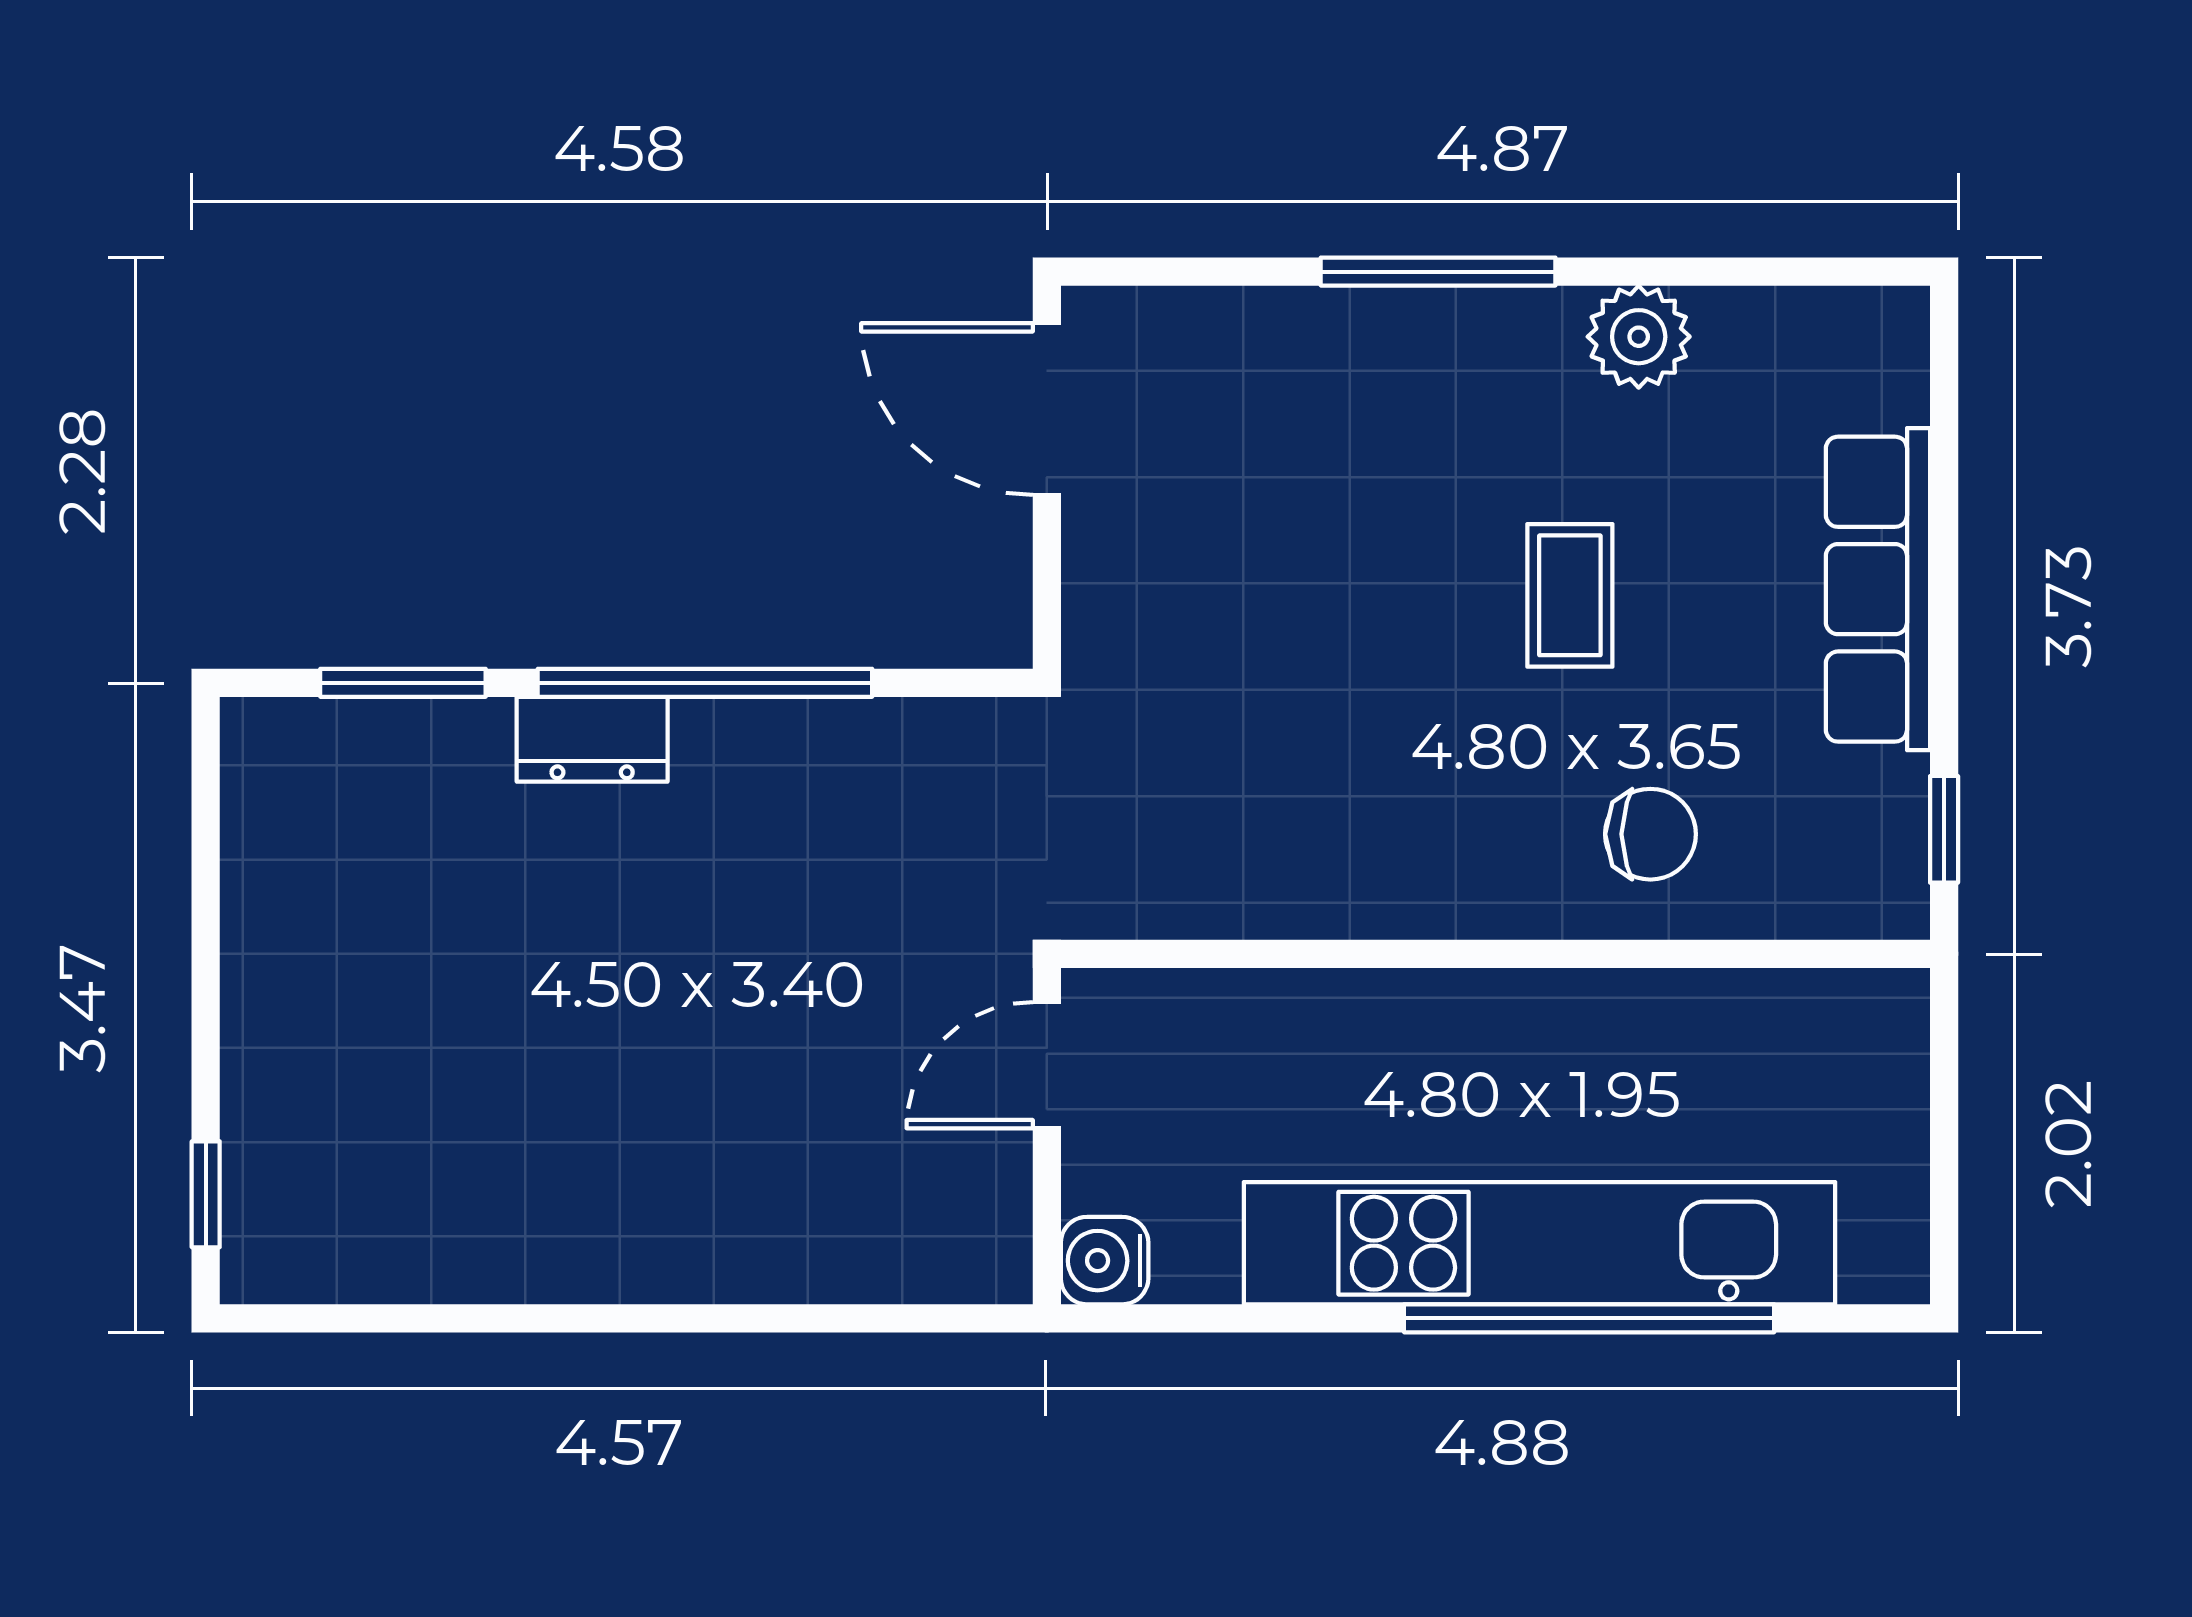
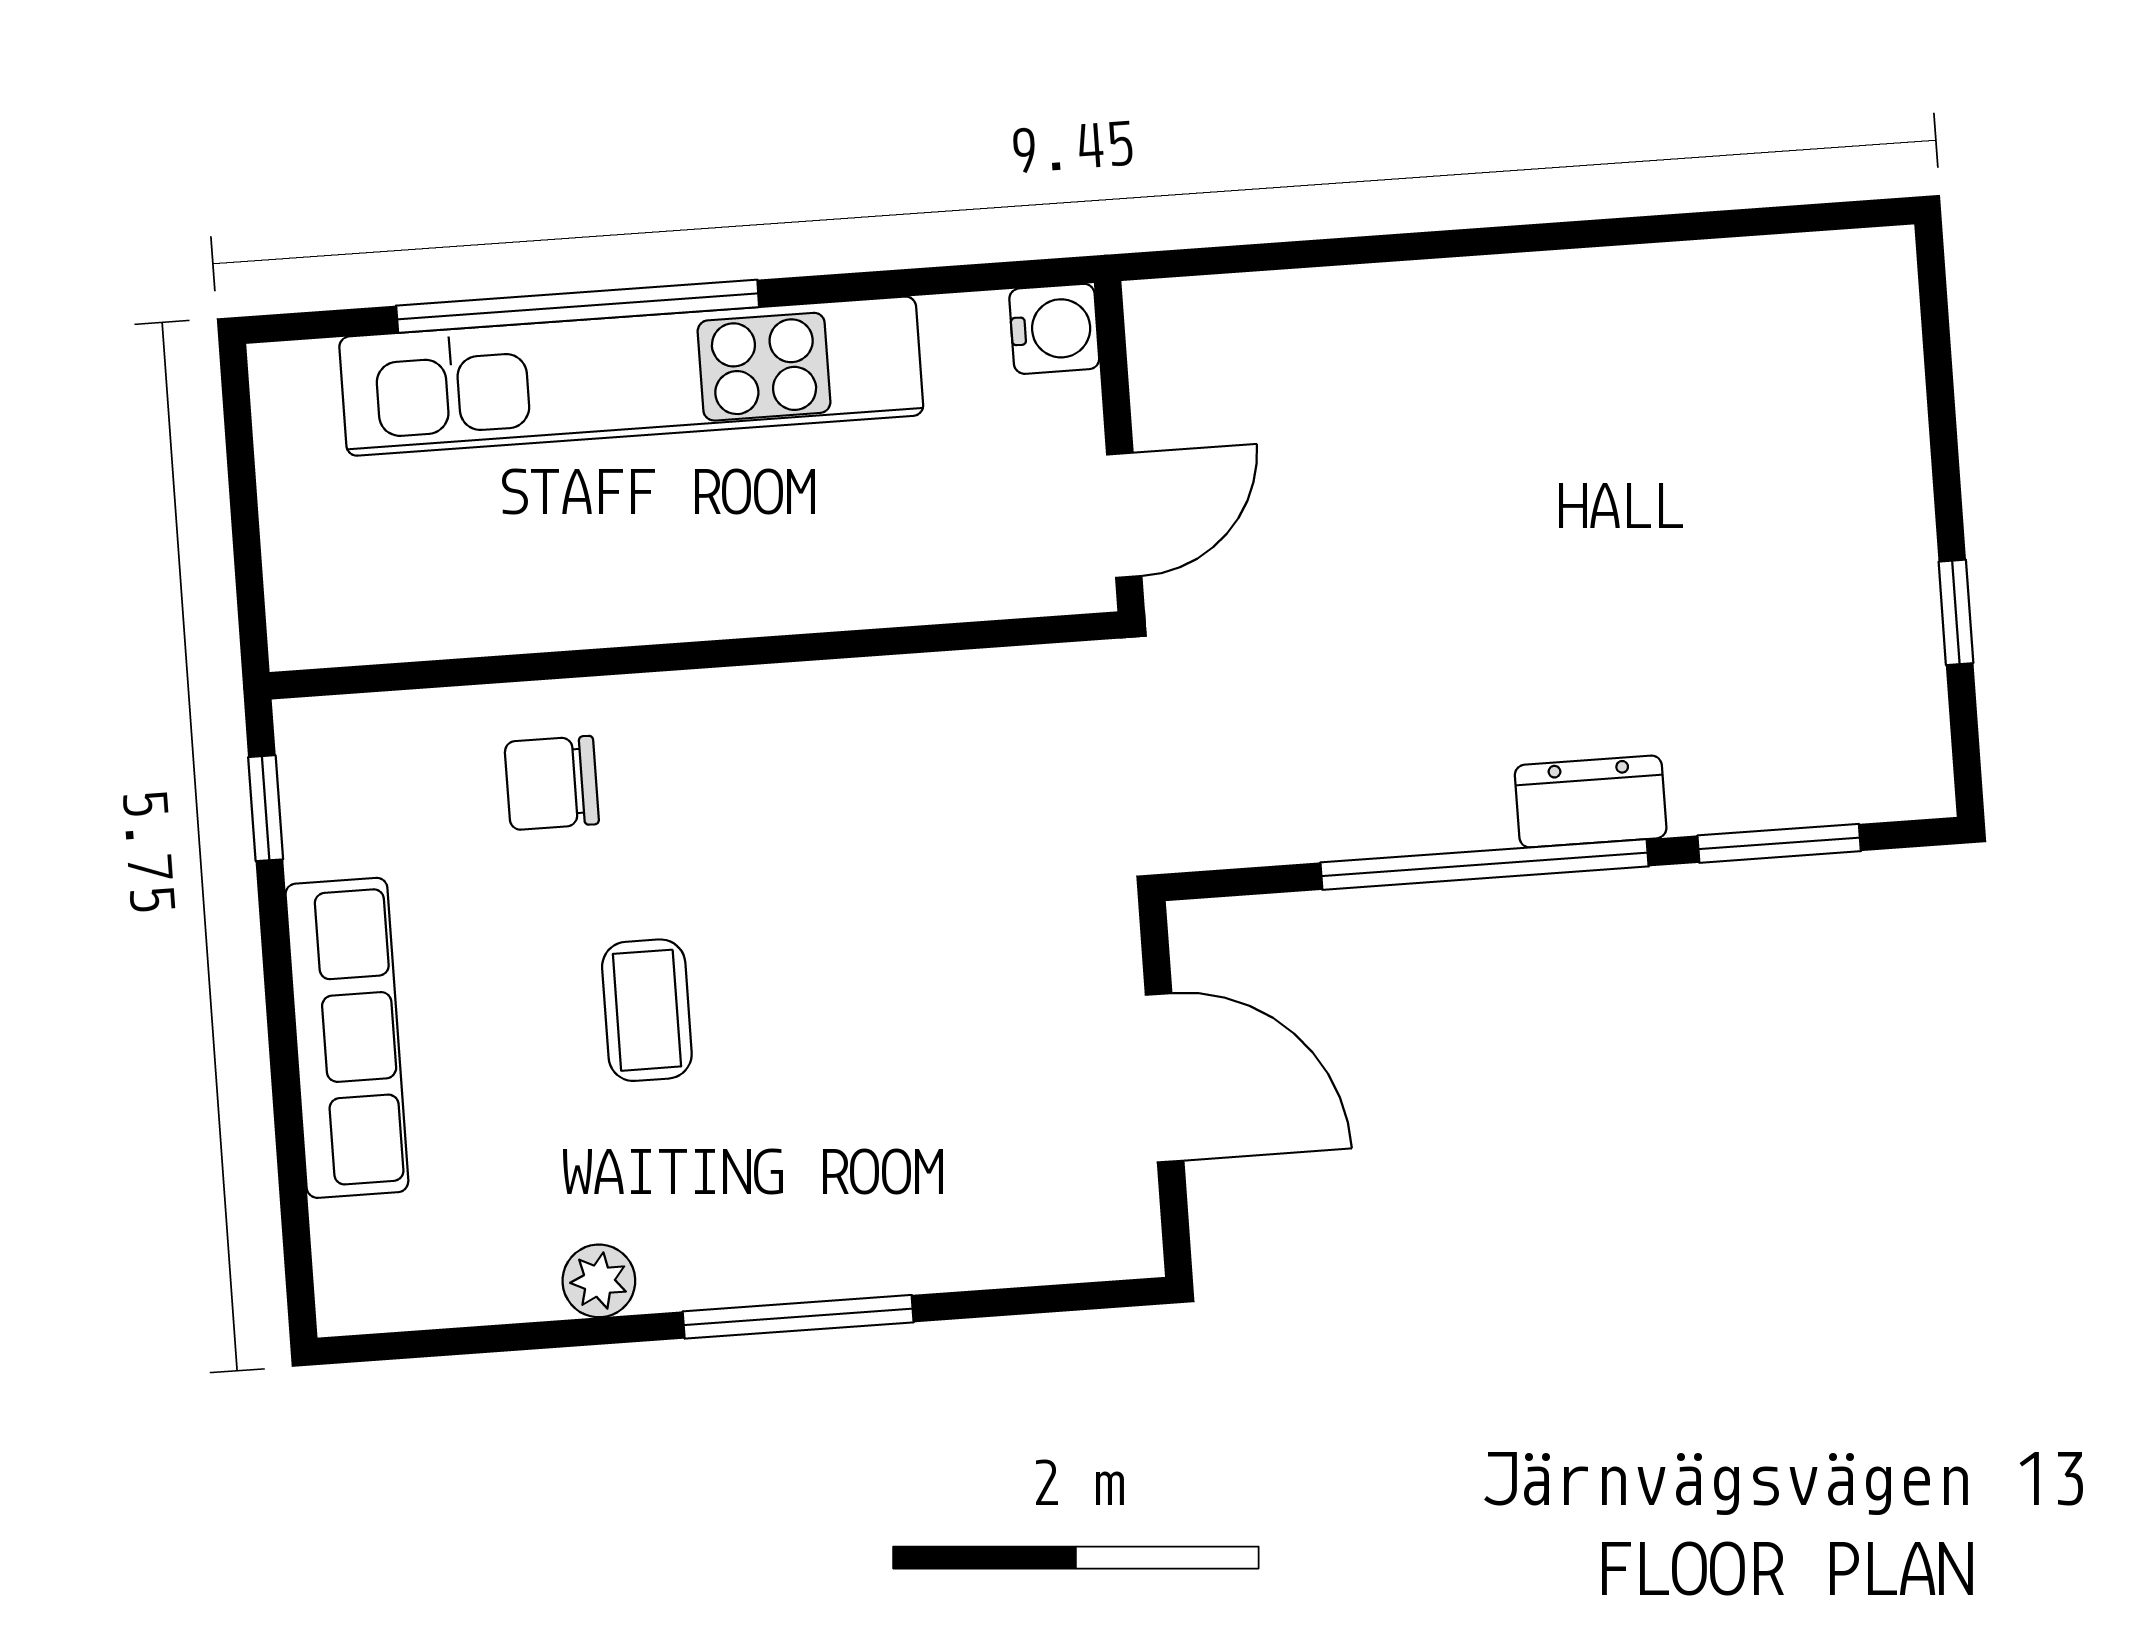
plant: (1639, 337) -> (599, 1281), width x0.73, depth x0.73
door: (1047, 409) -> (1165, 1078), moved
window: (206, 1194) -> (1956, 612), moved

